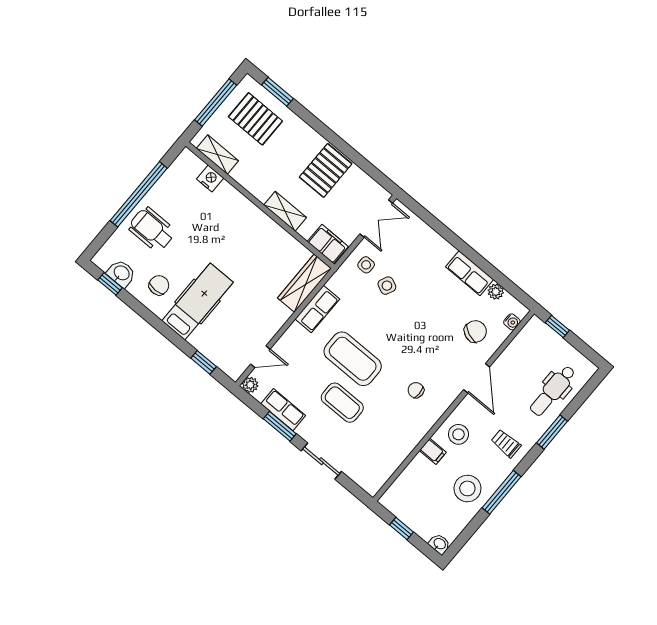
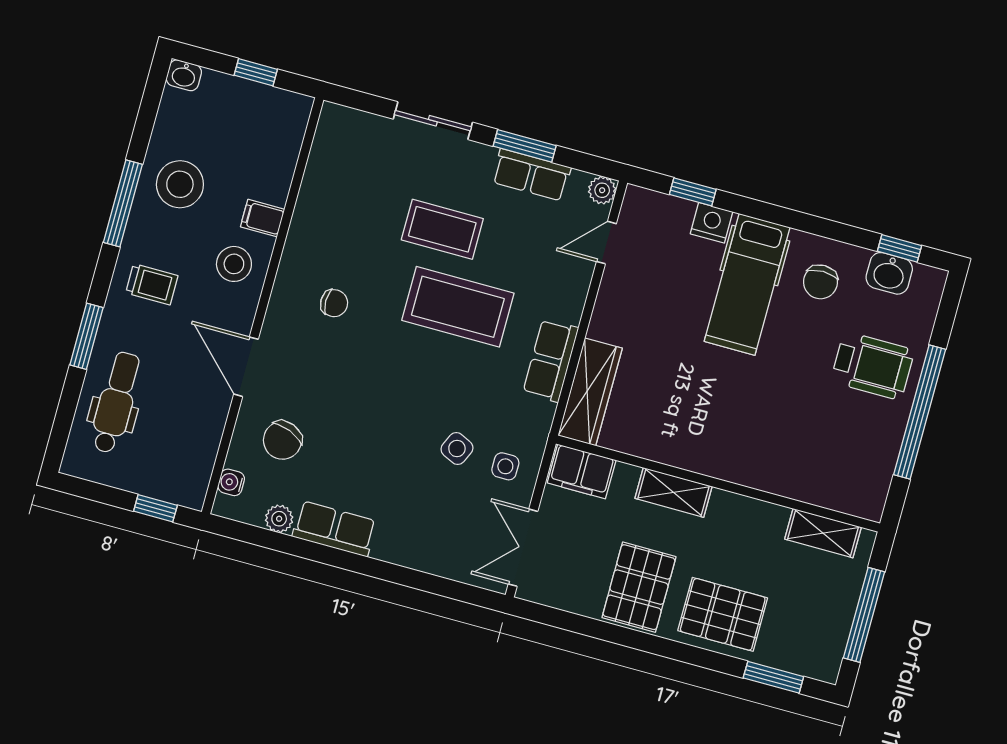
pallet: (255, 119) -> (723, 614), moved
nightstand: (210, 179) -> (712, 223), moved, turned 180

